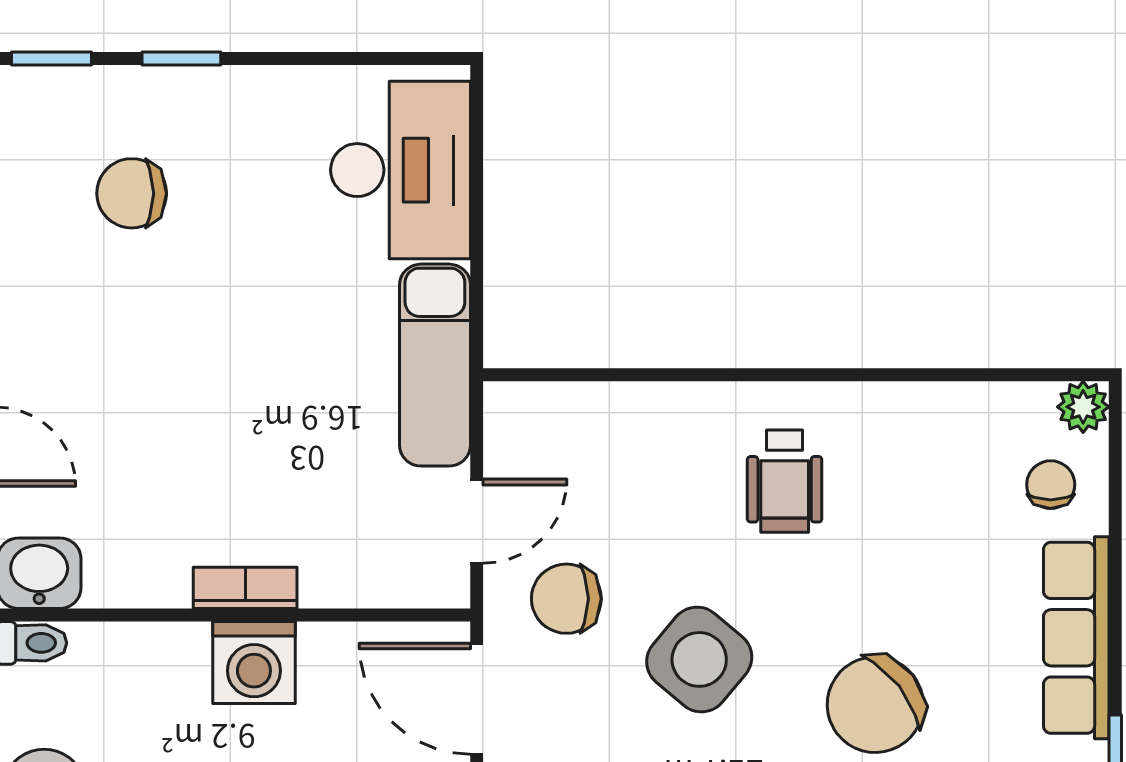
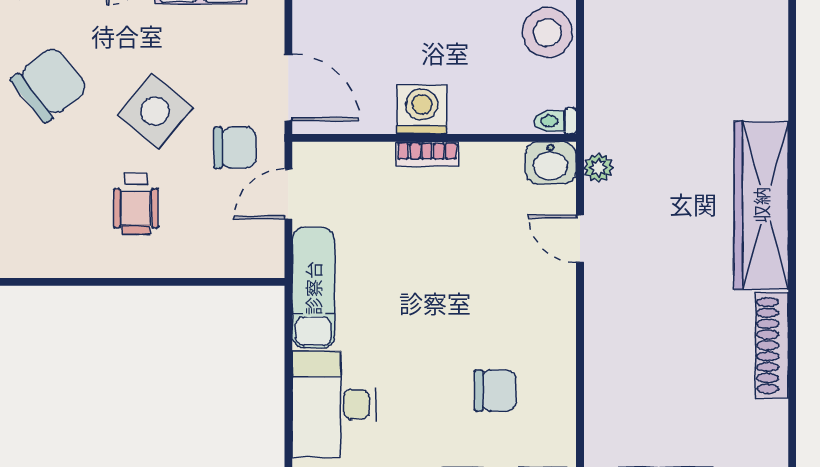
wheelchair: (785, 481) -> (136, 203), moved, turned 180

